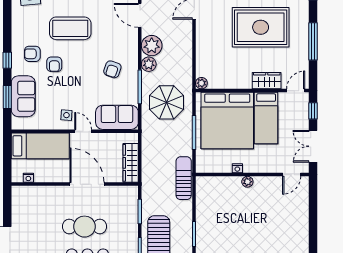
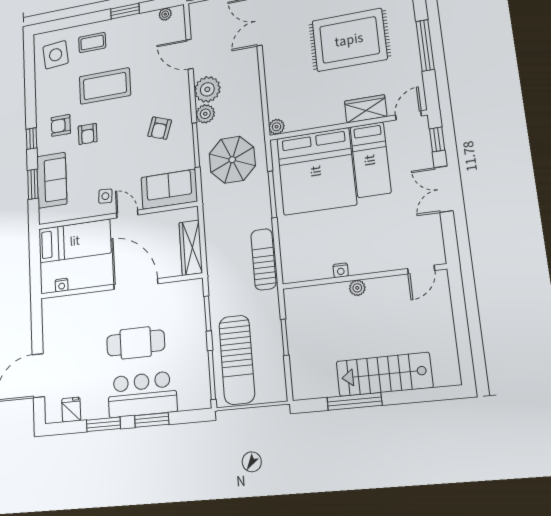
nightstand: (237, 168) -> (341, 270), moved
wall: (252, 175) -> (363, 277), moved
door: (292, 175) -> (421, 270), moved
plant: (247, 182) -> (357, 288), moved

